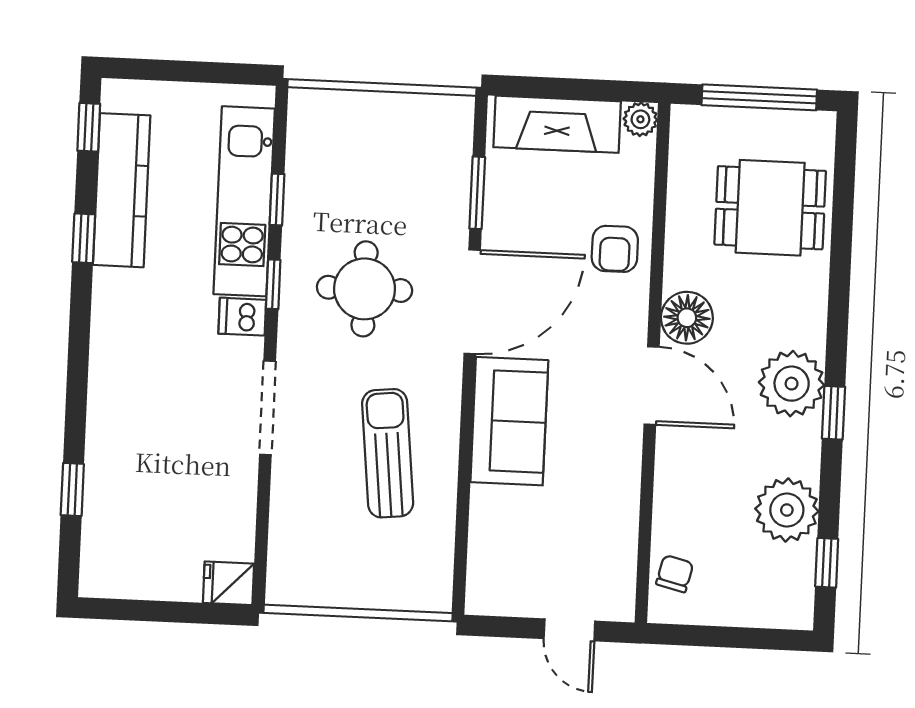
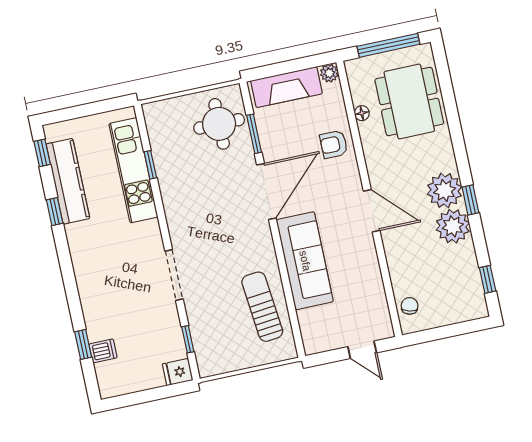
dining table: (770, 208) -> (409, 101), width x1.38
armchair: (615, 249) -> (334, 144), turned 90
window: (273, 284) -> (188, 339), moved
round table: (365, 289) -> (219, 124), moved
dishwasher: (242, 317) -> (103, 351), moved, turned 180
floor lamp: (687, 318) -> (362, 113), moved, width x0.53, depth x0.53
sofa: (509, 421) -> (305, 261), width x1.36
sun lounger: (388, 453) -> (262, 307), moved
plant: (787, 510) -> (453, 226), moved

